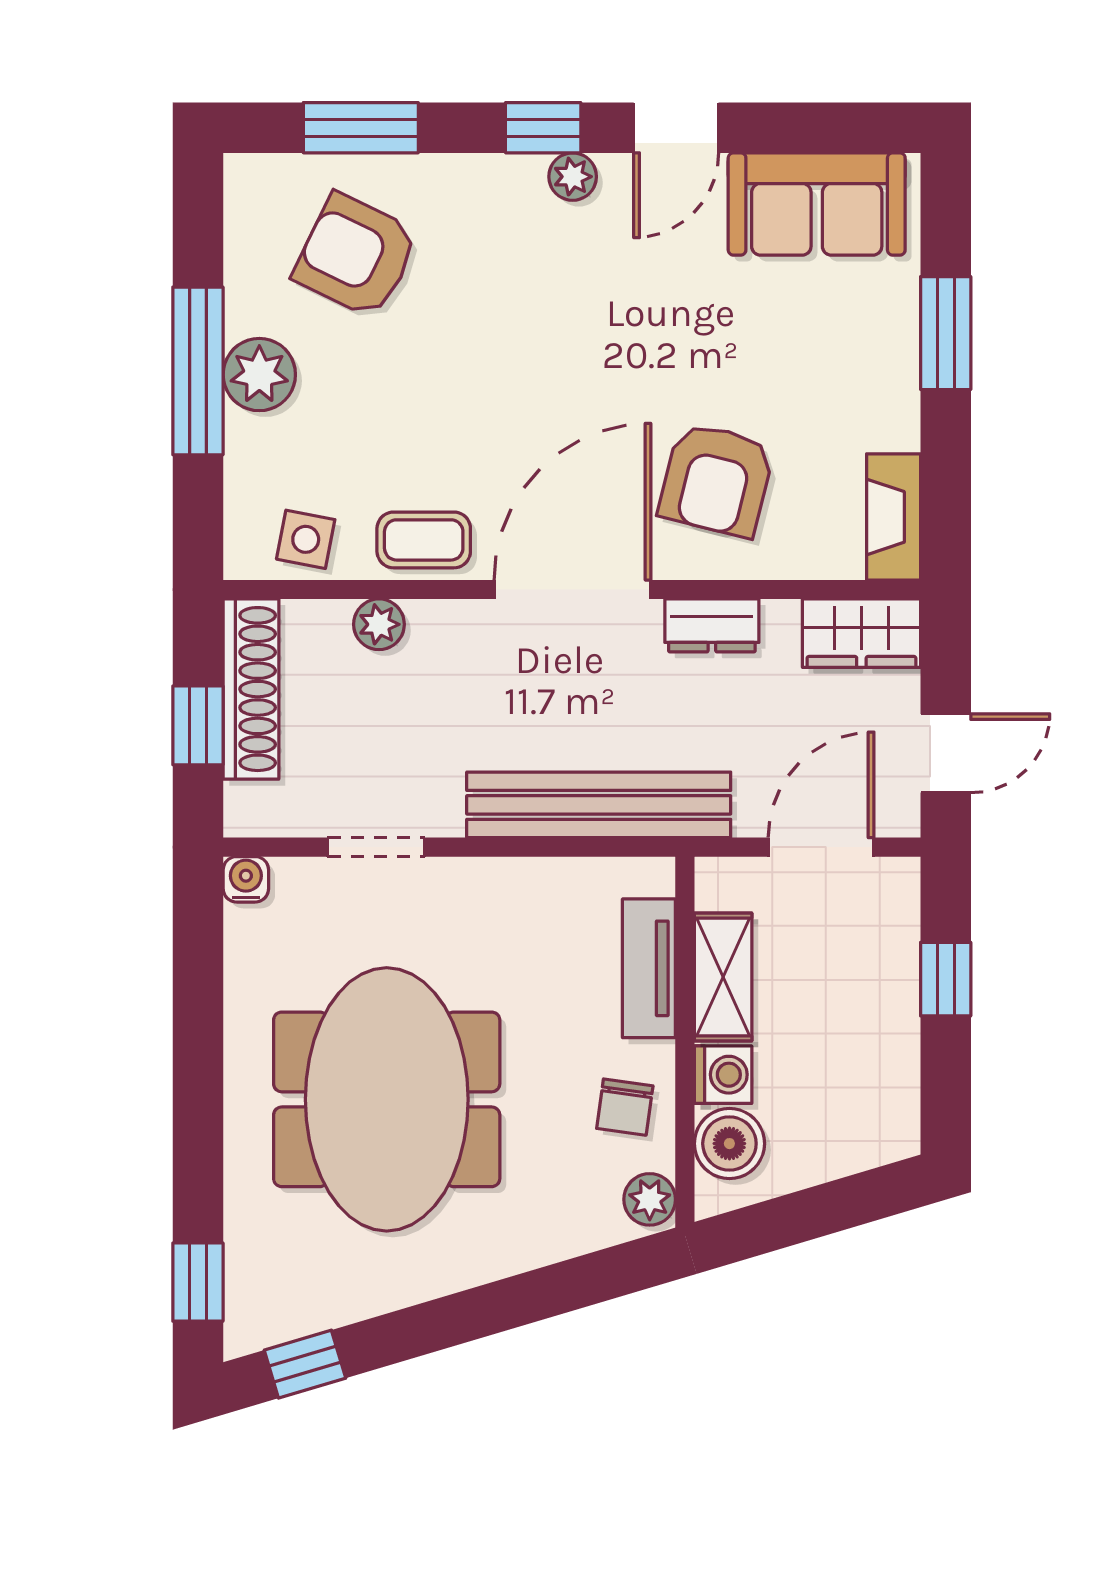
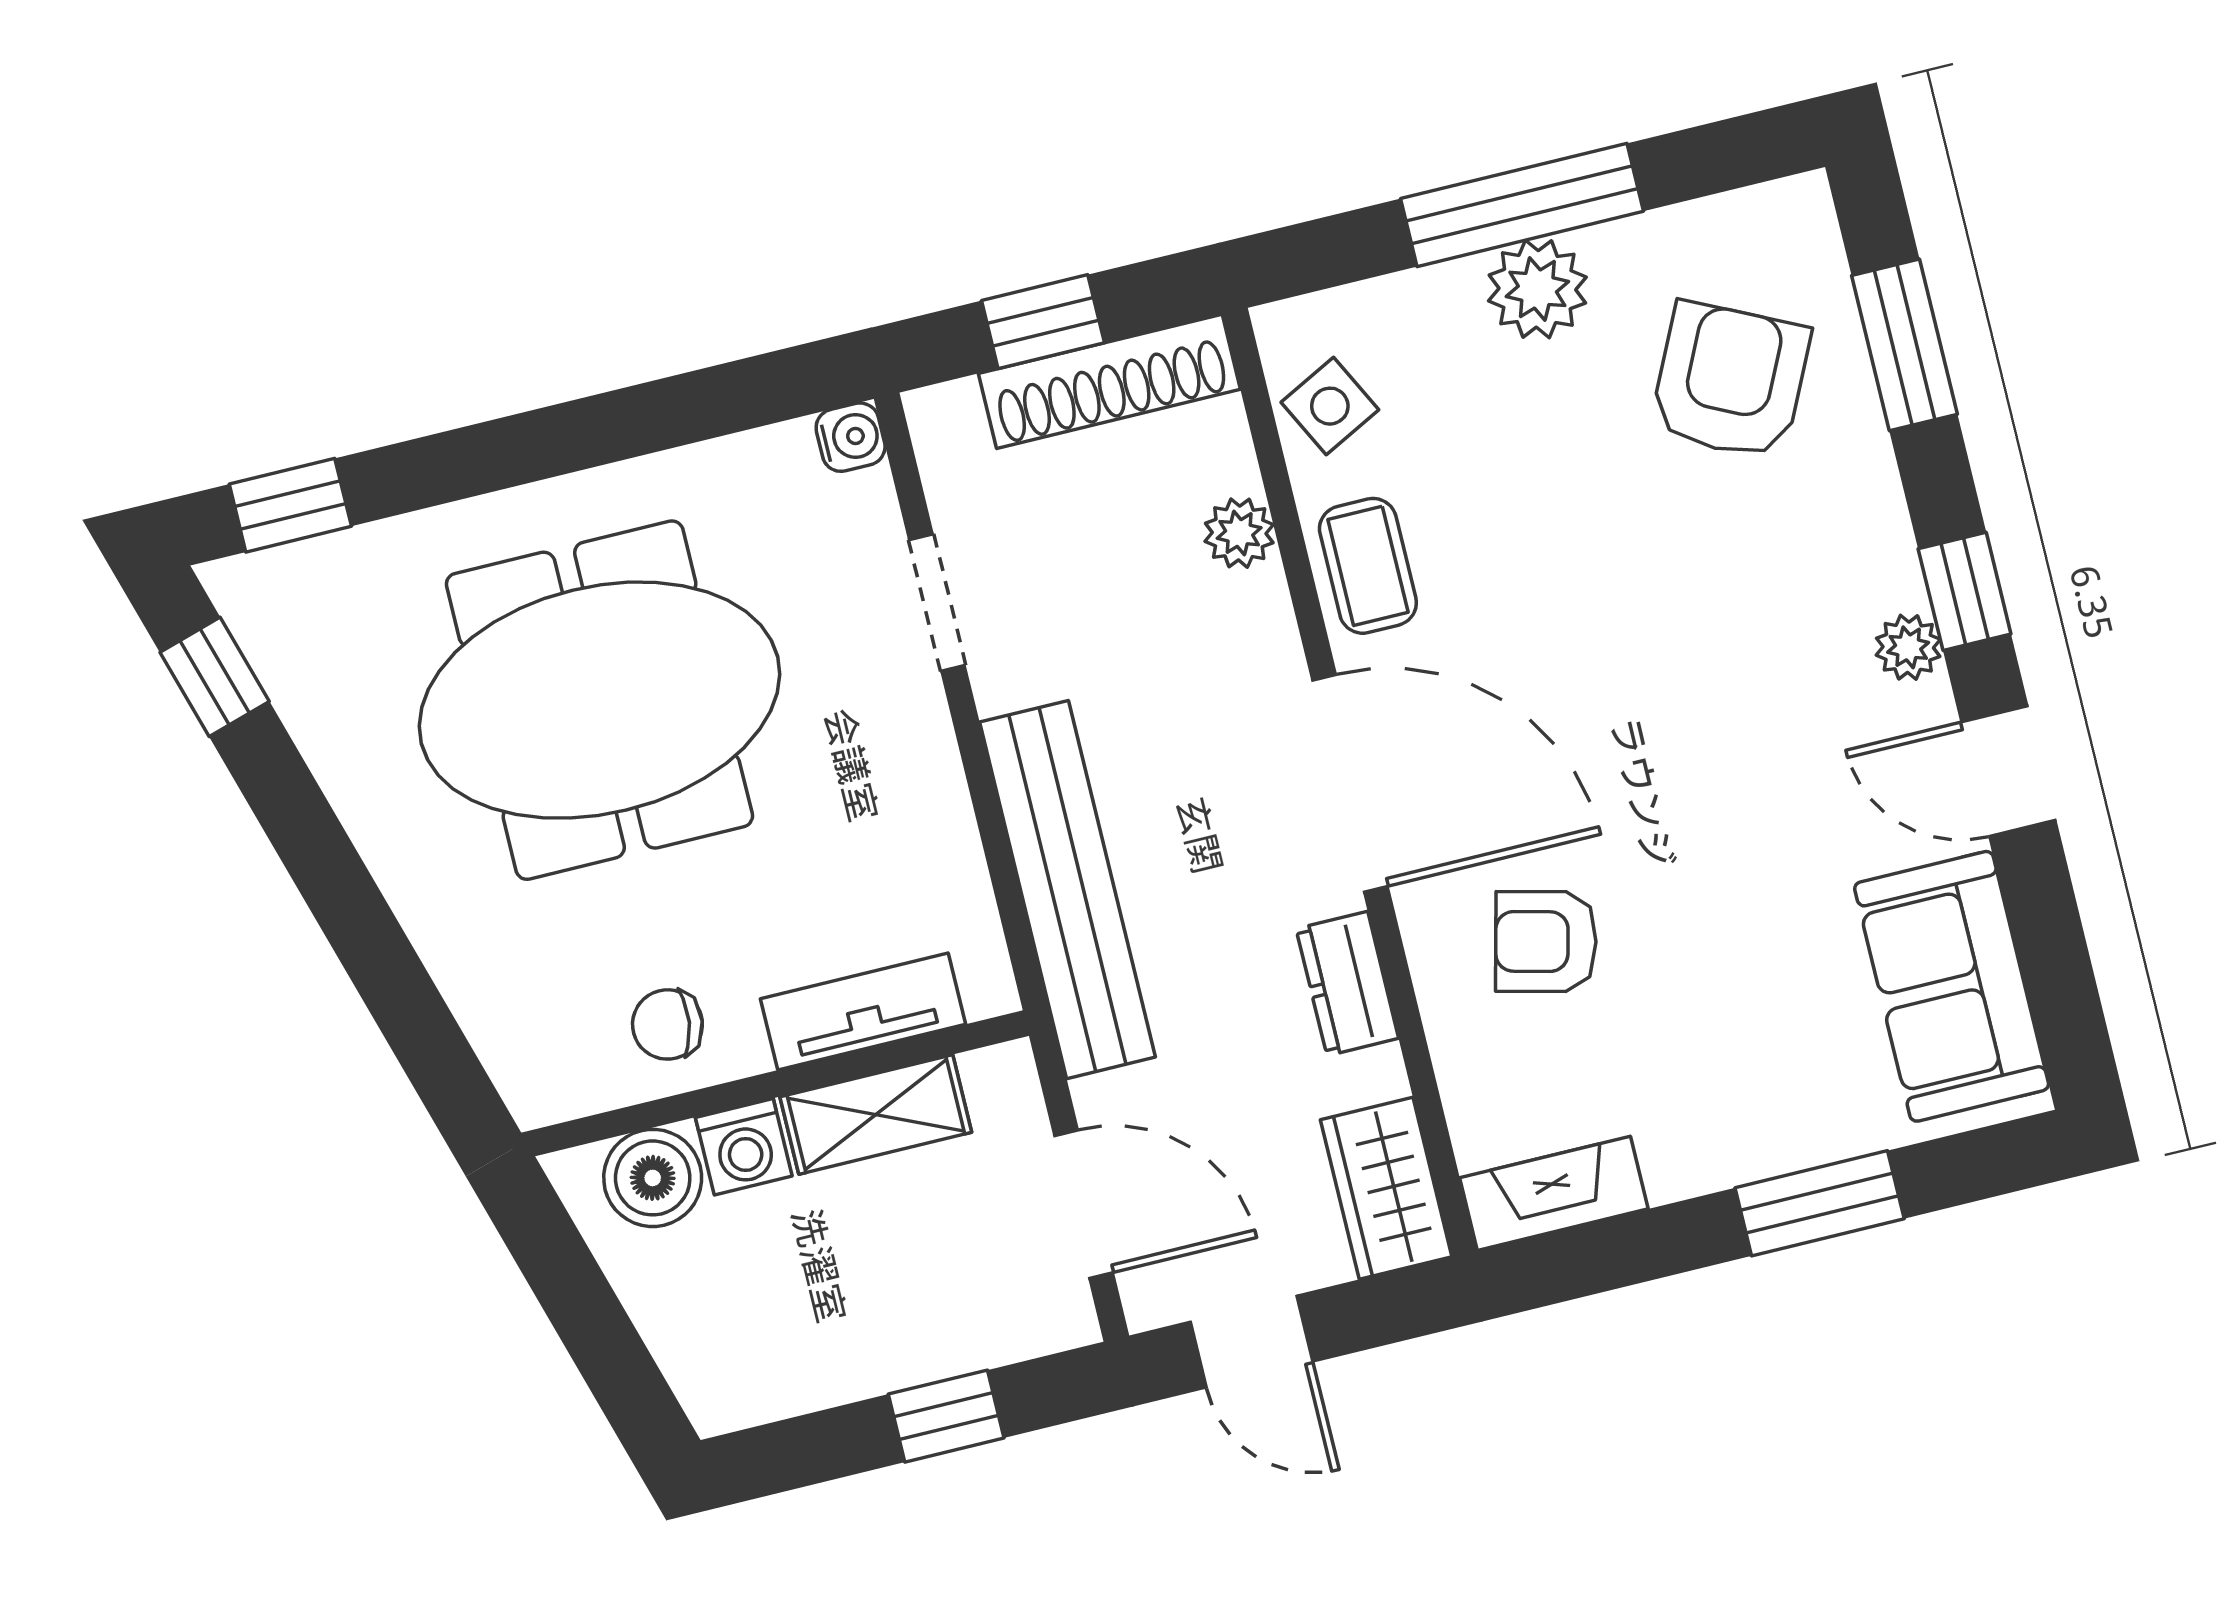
armchair: (716, 480) -> (1546, 942), width x0.72, depth x0.72
side table: (306, 539) -> (1330, 406), turned -38
plant: (650, 1199) -> (551, 1089), removed

